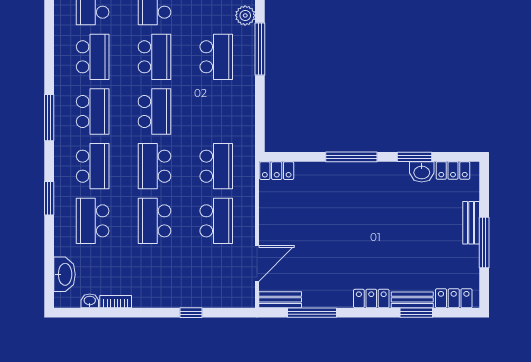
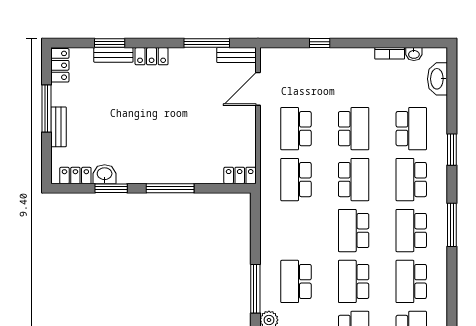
locker: (454, 298) -> (60, 65), moved, turned -90

